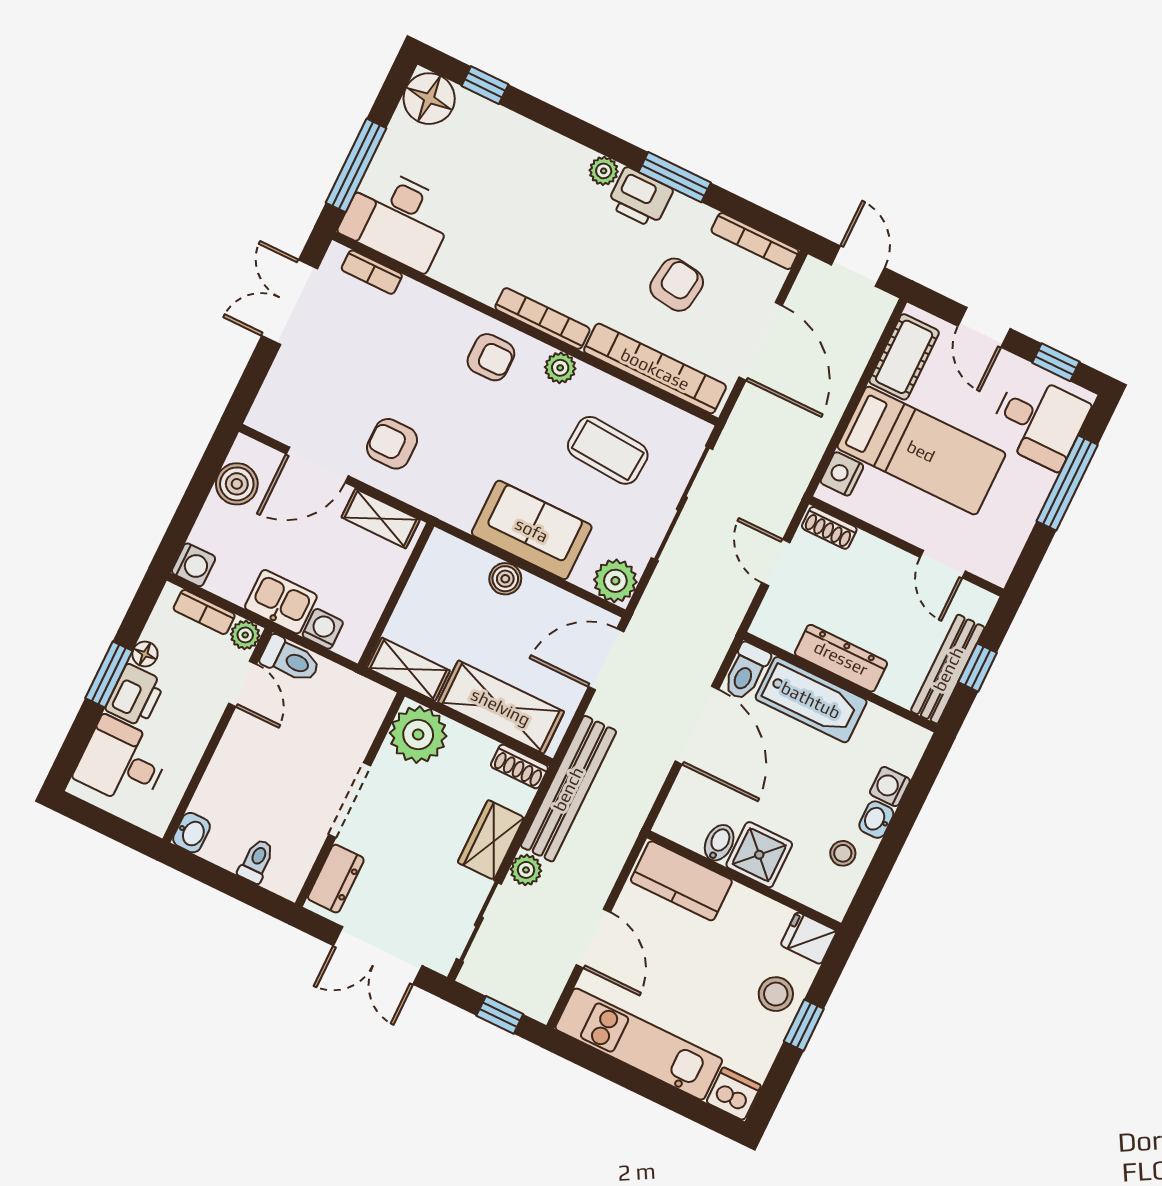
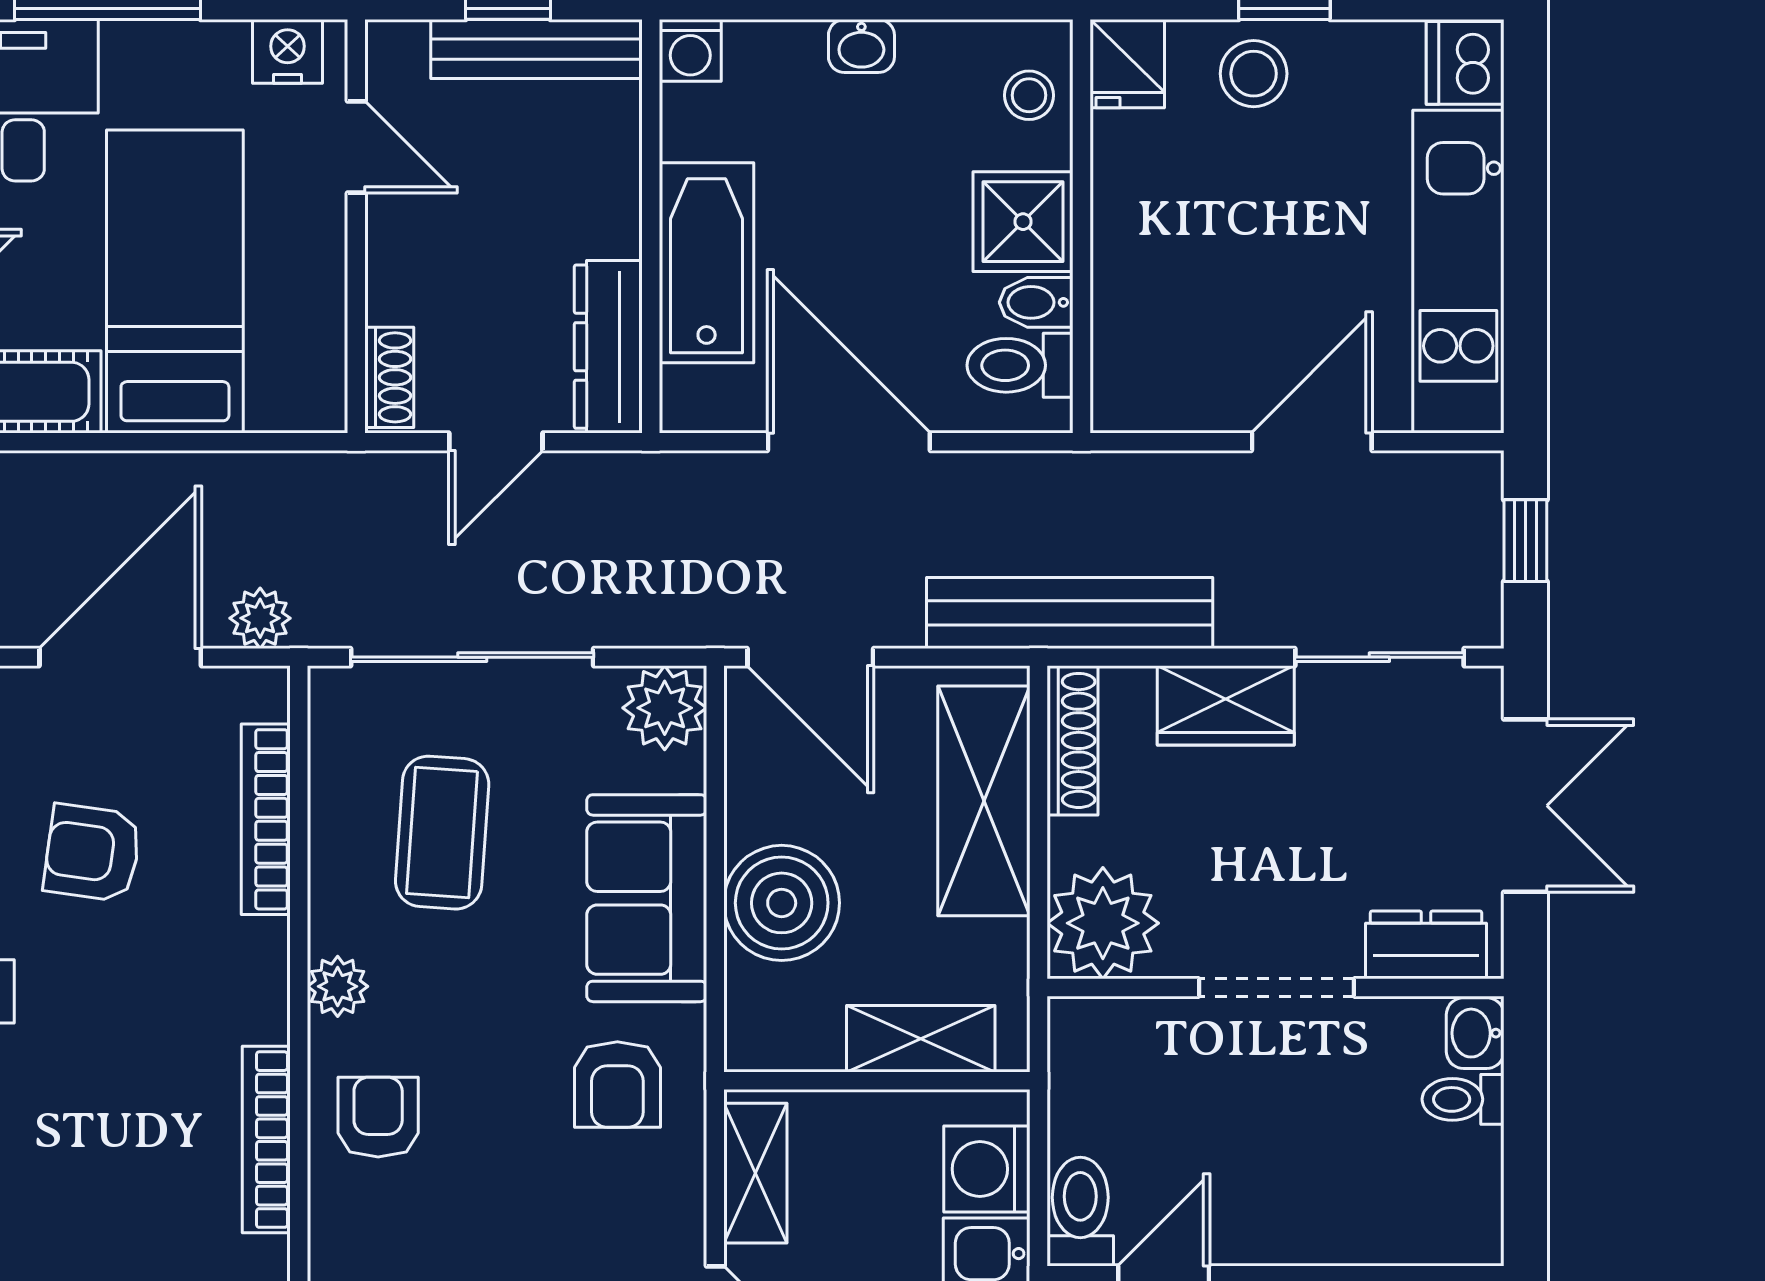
bookcase: (542, 319) -> (266, 1140), moved
bookcase: (655, 369) -> (266, 819), width x0.68, depth x0.76
armchair: (392, 444) -> (617, 1085), moved
nightstand: (842, 474) -> (288, 51), moved, turned 180
door: (943, 564) -> (356, 147), hinge flipped
boiler: (505, 579) -> (782, 903), width x1.86, depth x1.86
washing machine: (323, 629) -> (987, 1169), width x1.38, depth x1.38
dresser: (841, 658) -> (608, 347), moved
shelving: (408, 669) -> (921, 1039), moved, turned 90
toilet: (746, 671) -> (1020, 365), moved, turned 180
door: (697, 725) -> (849, 442), hinge flipped
shoe rack: (519, 766) -> (1072, 740), width x1.43
washing machine: (890, 787) -> (690, 50), moved
washbasin: (192, 833) -> (1475, 1033), moved, turned -90
stool: (843, 853) -> (1029, 95), moved
plant: (526, 870) -> (260, 618), moved
kitchen counter: (681, 881) -> (1135, 336), removed

